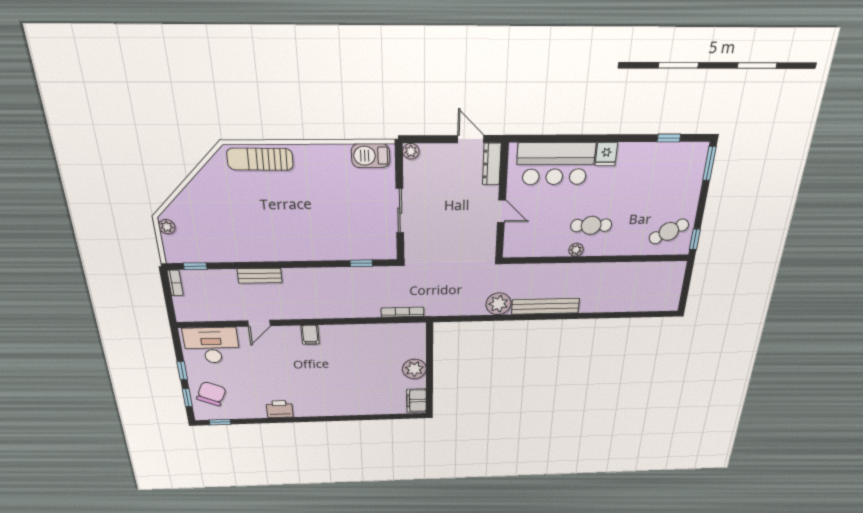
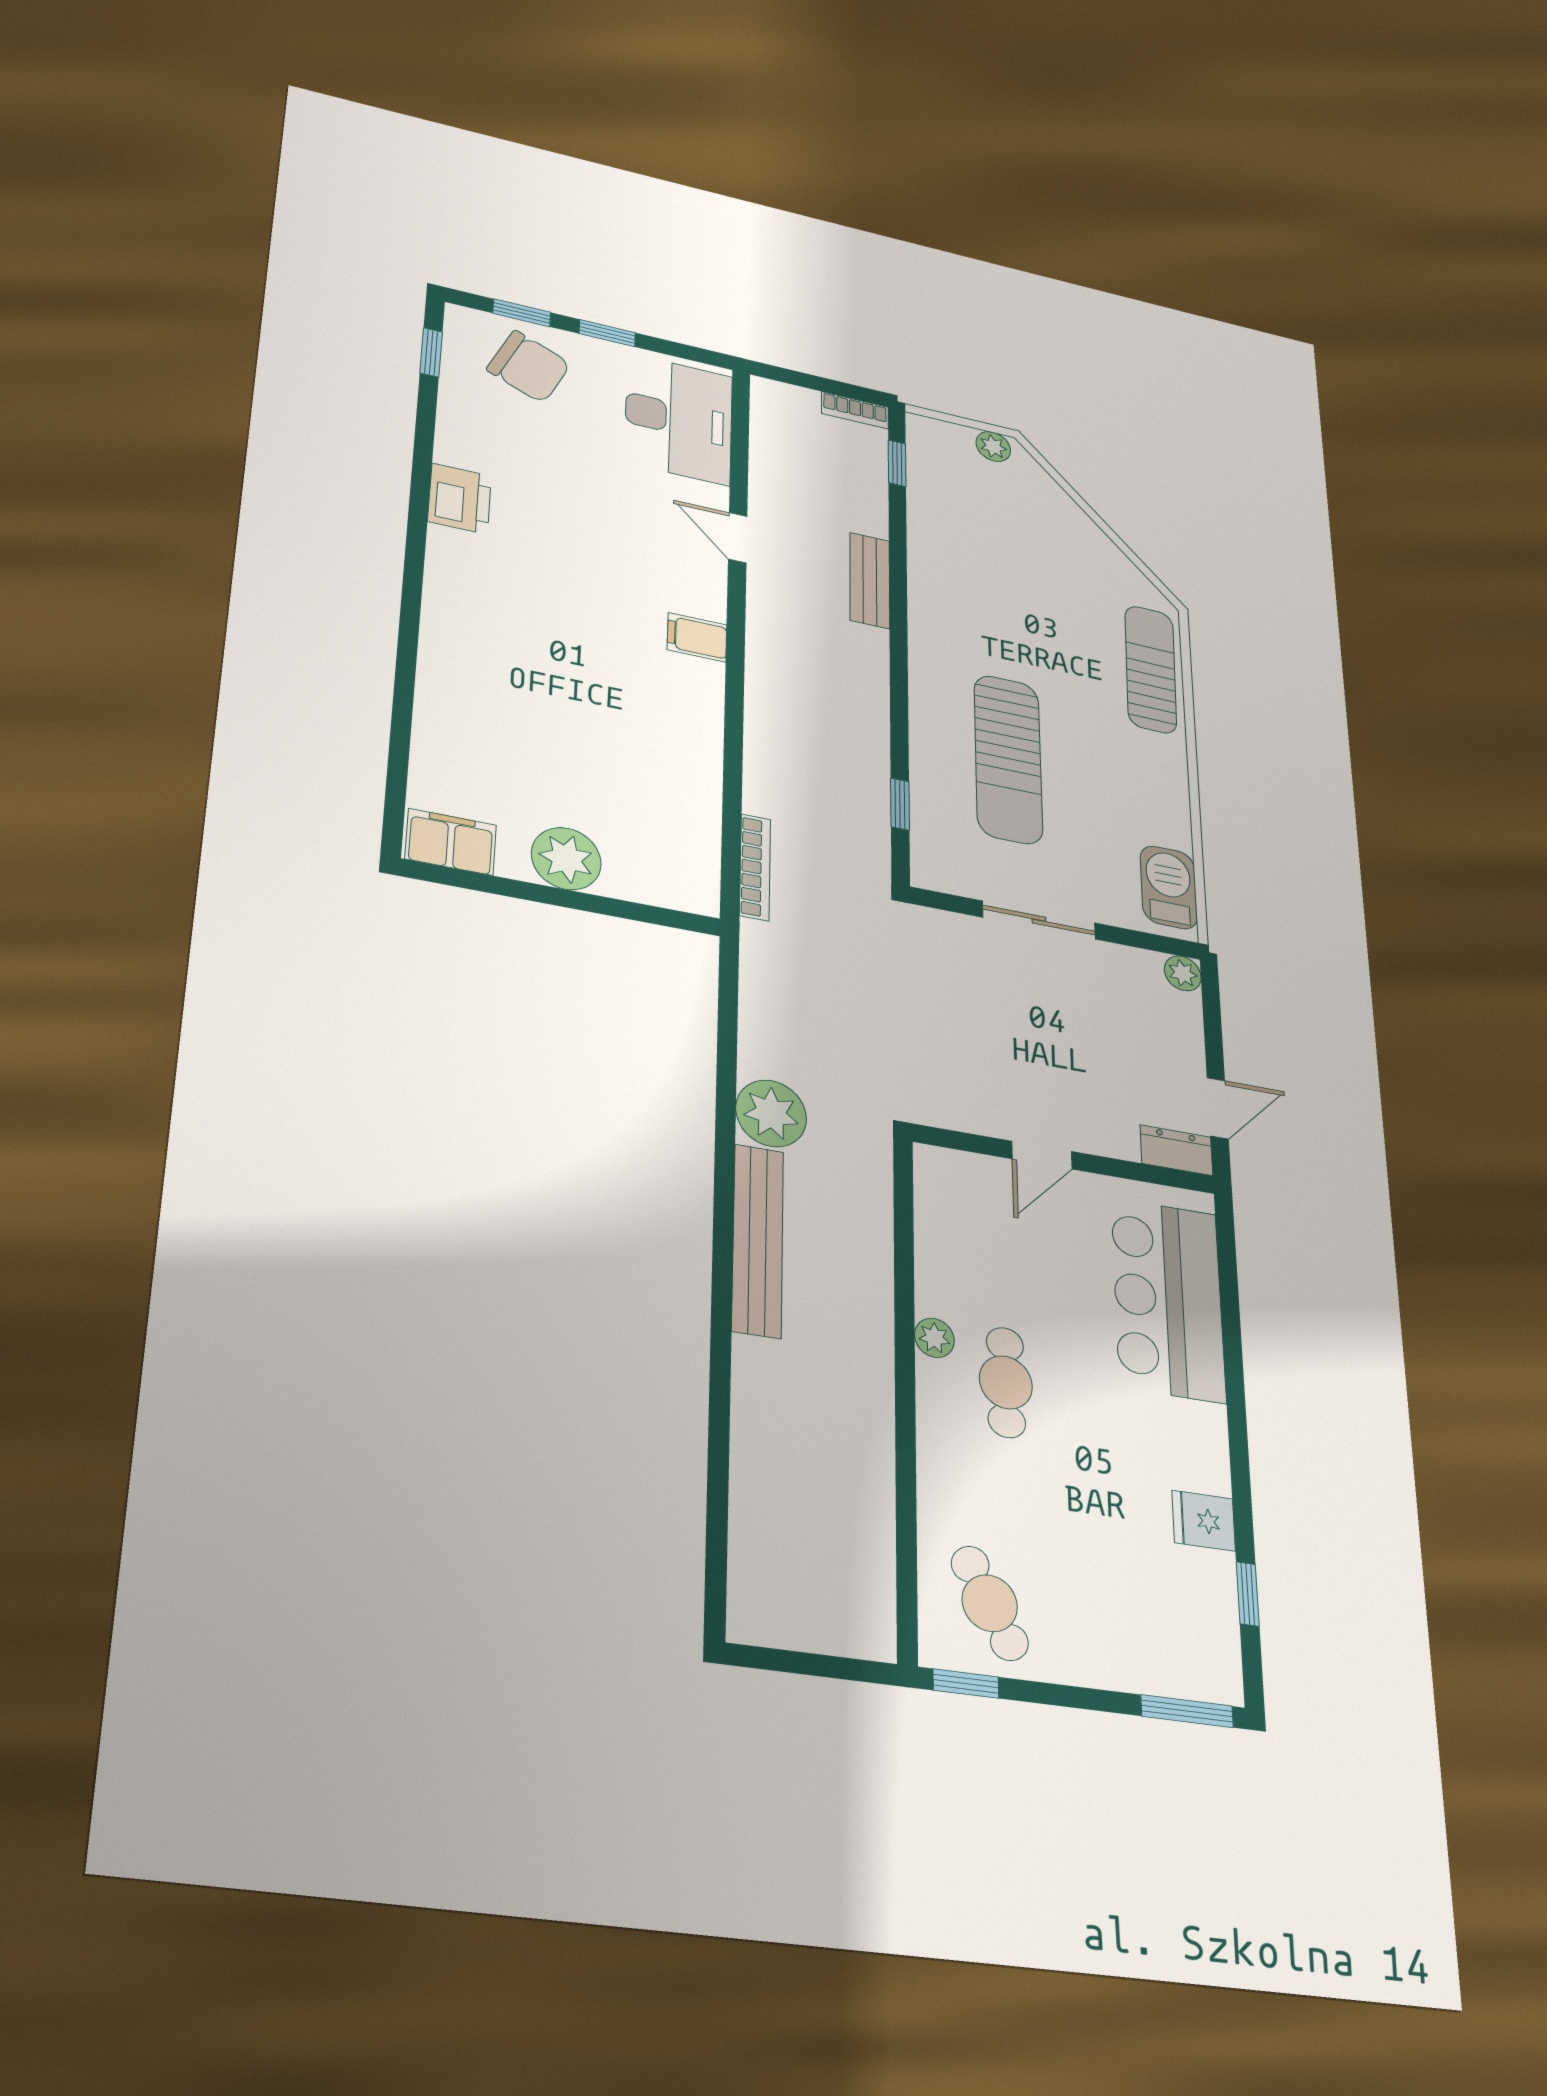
fridge: (606, 154) -> (1204, 1521), moved
dresser: (492, 164) -> (1176, 1150), width x0.70
sun lounger: (327, 222) -> (1008, 759), added

